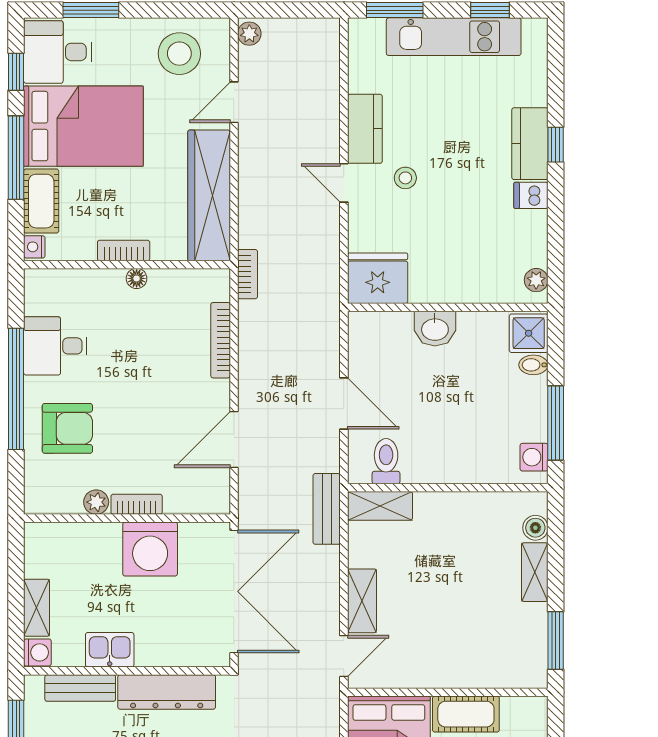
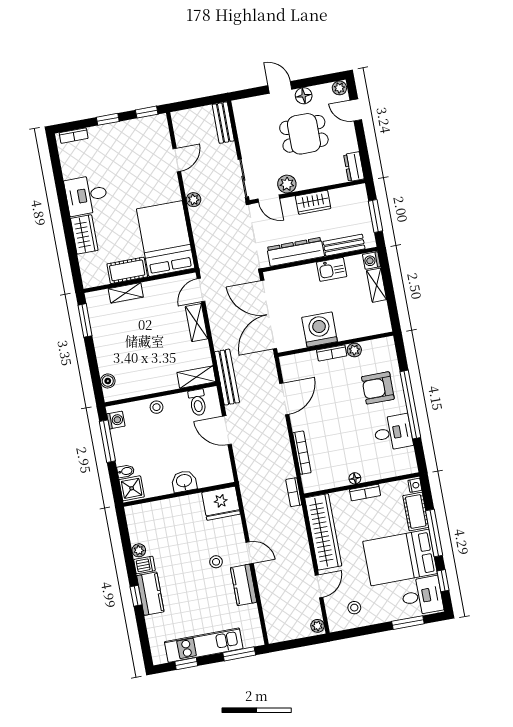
stool: (179, 54) -> (354, 608), width x0.53, depth x0.53
plant: (536, 280) -> (139, 550), moved
stool: (459, 467) -> (156, 407), added
bench: (327, 509) -> (227, 377), width x1.36
shelving: (535, 572) -> (126, 293), moved, turned 90

